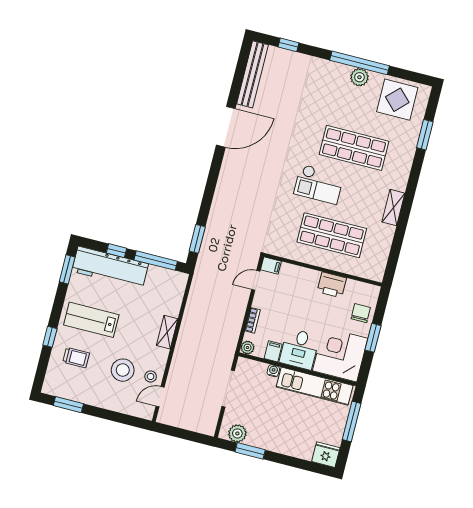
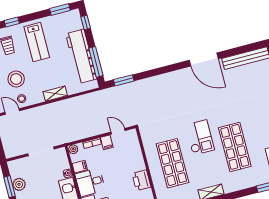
checkout: (319, 184) -> (200, 137), turned 180
window: (117, 251) -> (86, 22), moved
filing cabinet: (271, 266) -> (107, 142), moved
workbench: (110, 268) -> (81, 56), moved
lab bench: (91, 320) -> (37, 42), turned 180
plant: (237, 433) -> (19, 184), moved

